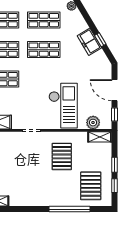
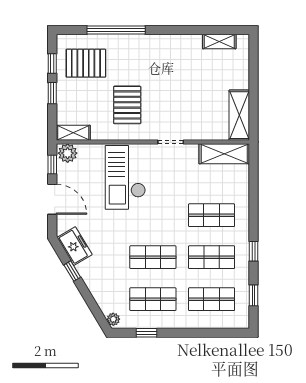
freezer: (89, 42) -> (75, 246), moved
plant: (93, 123) -> (68, 153), moved
pallet: (91, 186) -> (86, 63), turned 90

